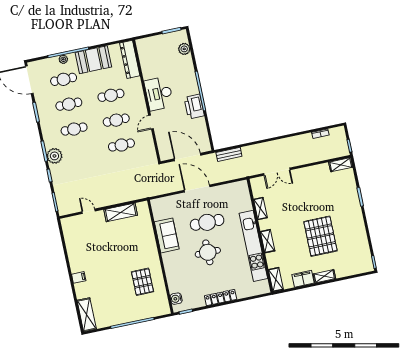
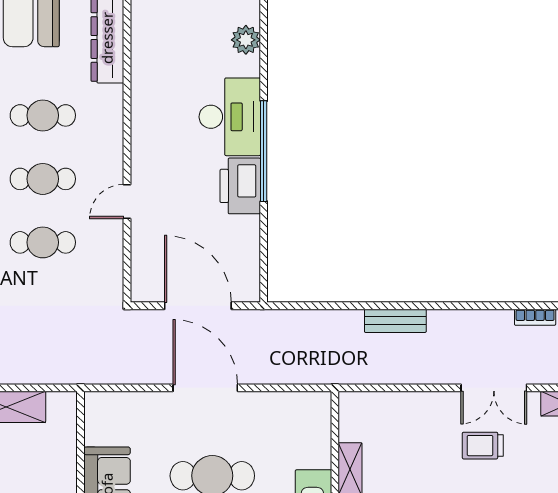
desk: (159, 94) -> (230, 117), moved, turned 180
bench: (229, 154) -> (395, 321), moved
double door: (277, 172) -> (494, 388), moved
trolley: (310, 188) -> (483, 446), added

